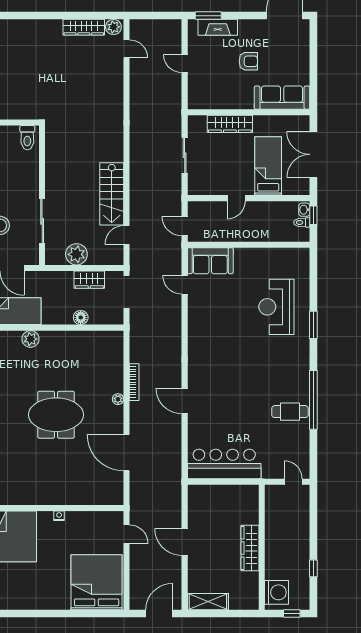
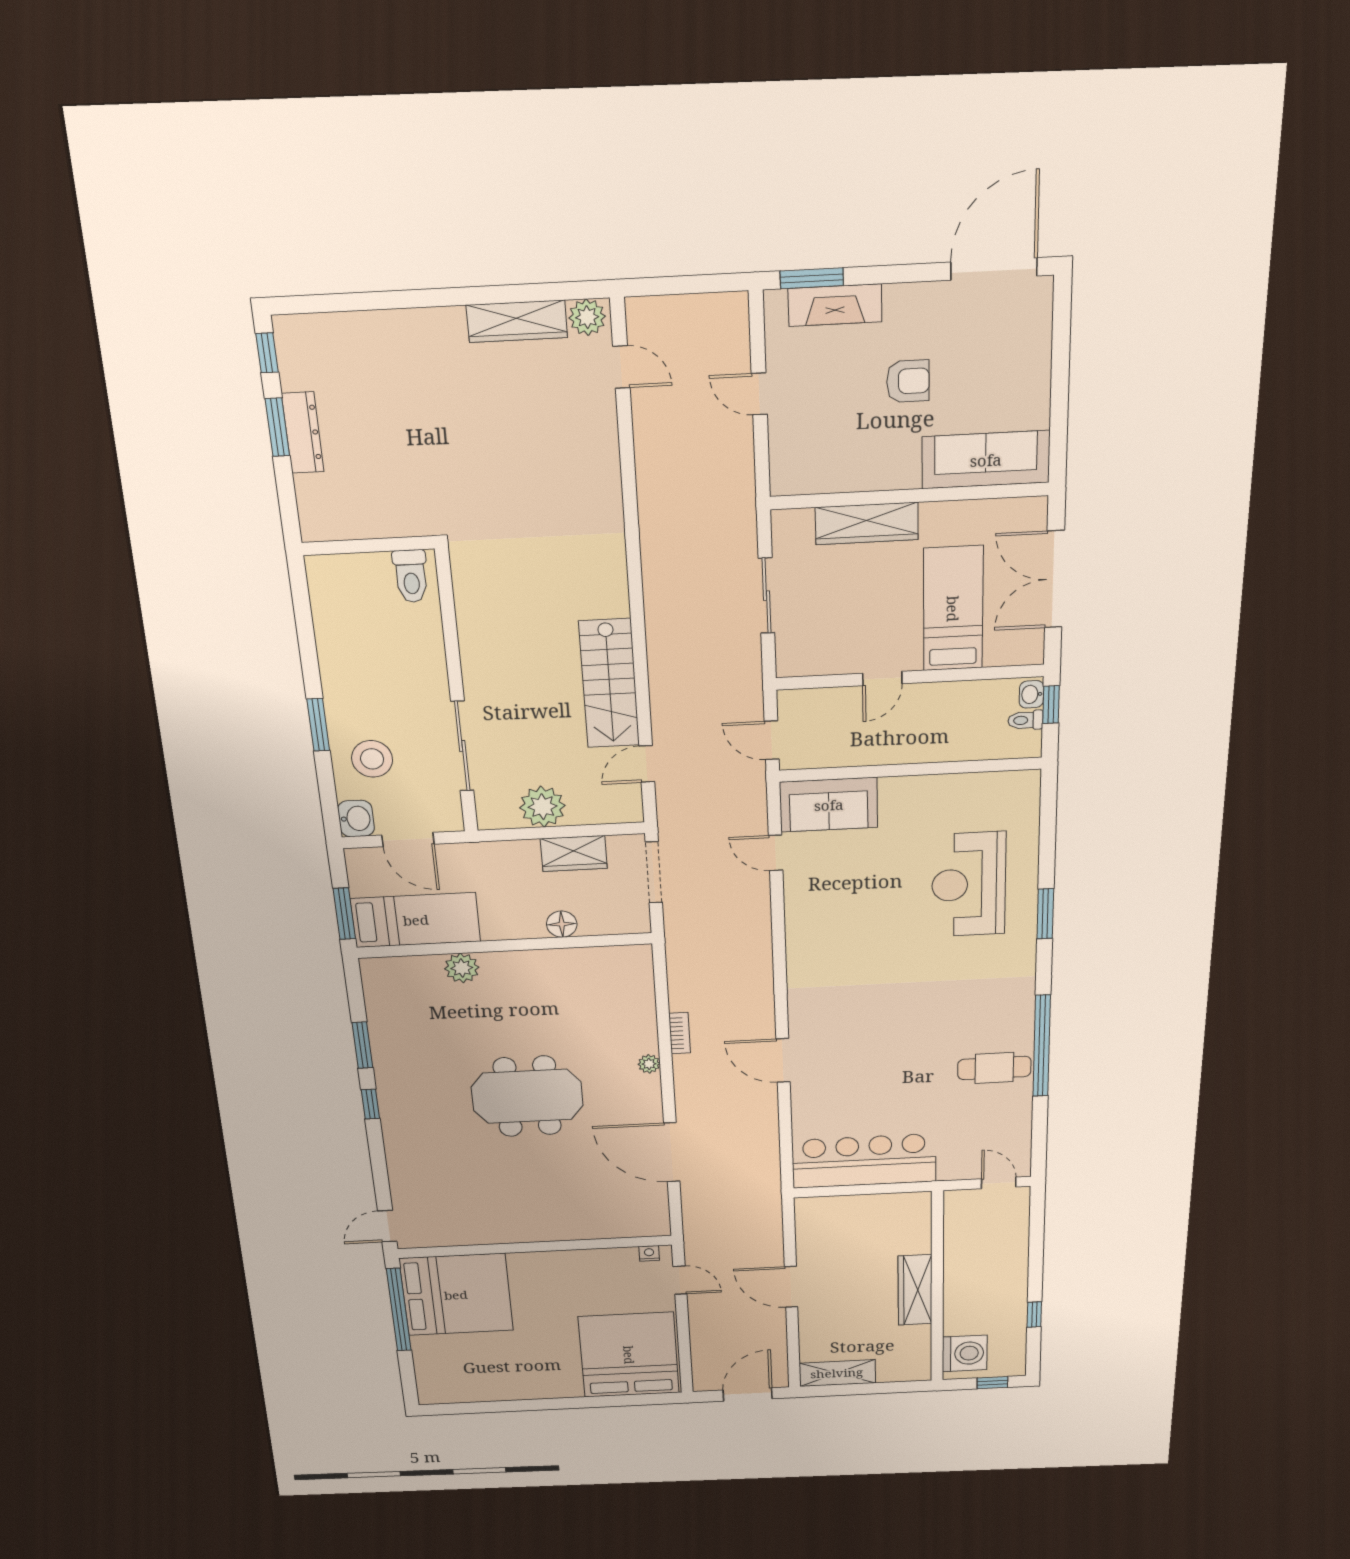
bookcase: (134, 382) -> (680, 1033), width x0.64
nightstand: (59, 516) -> (649, 1253), moved

